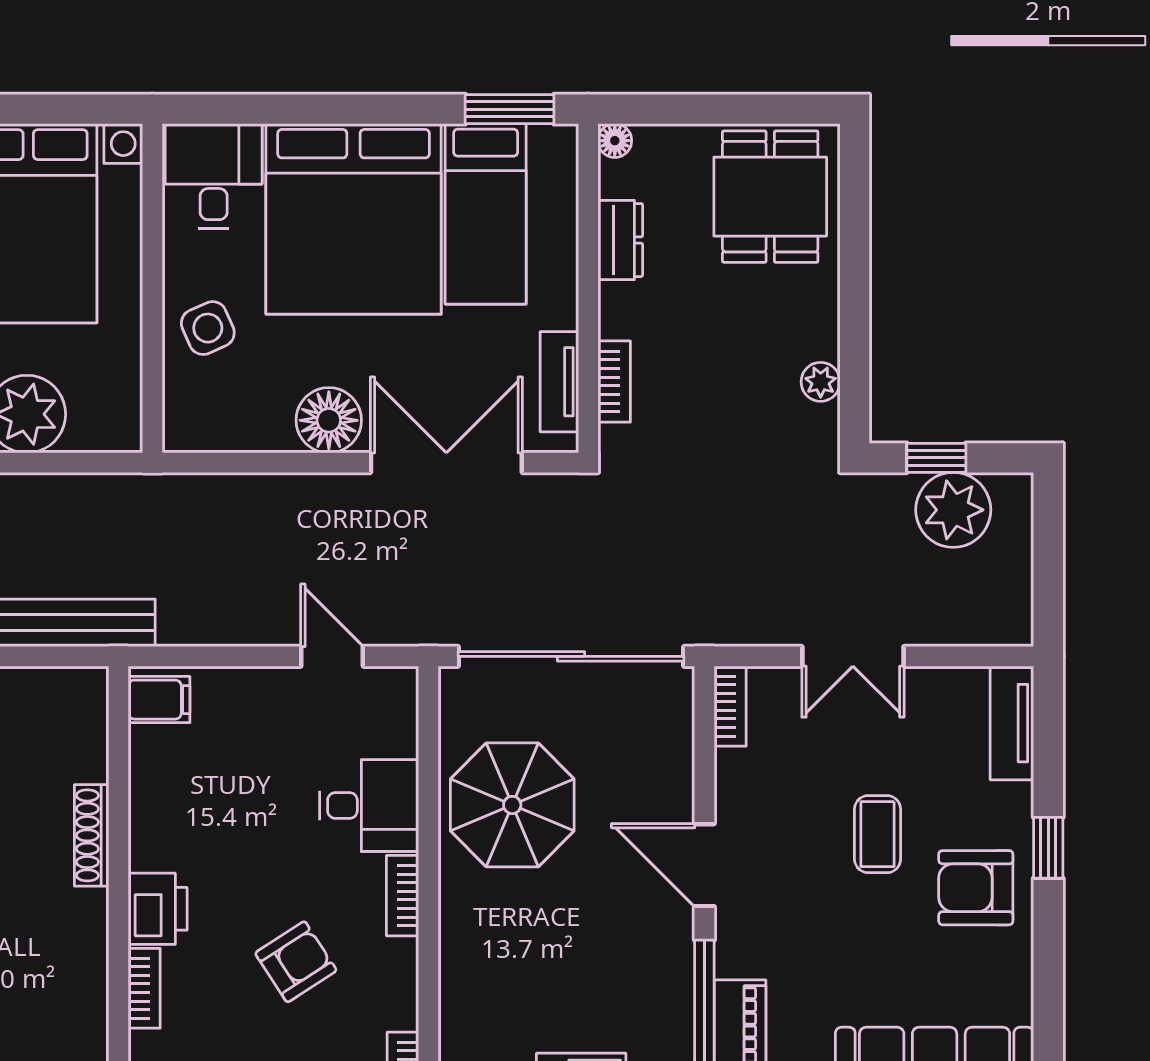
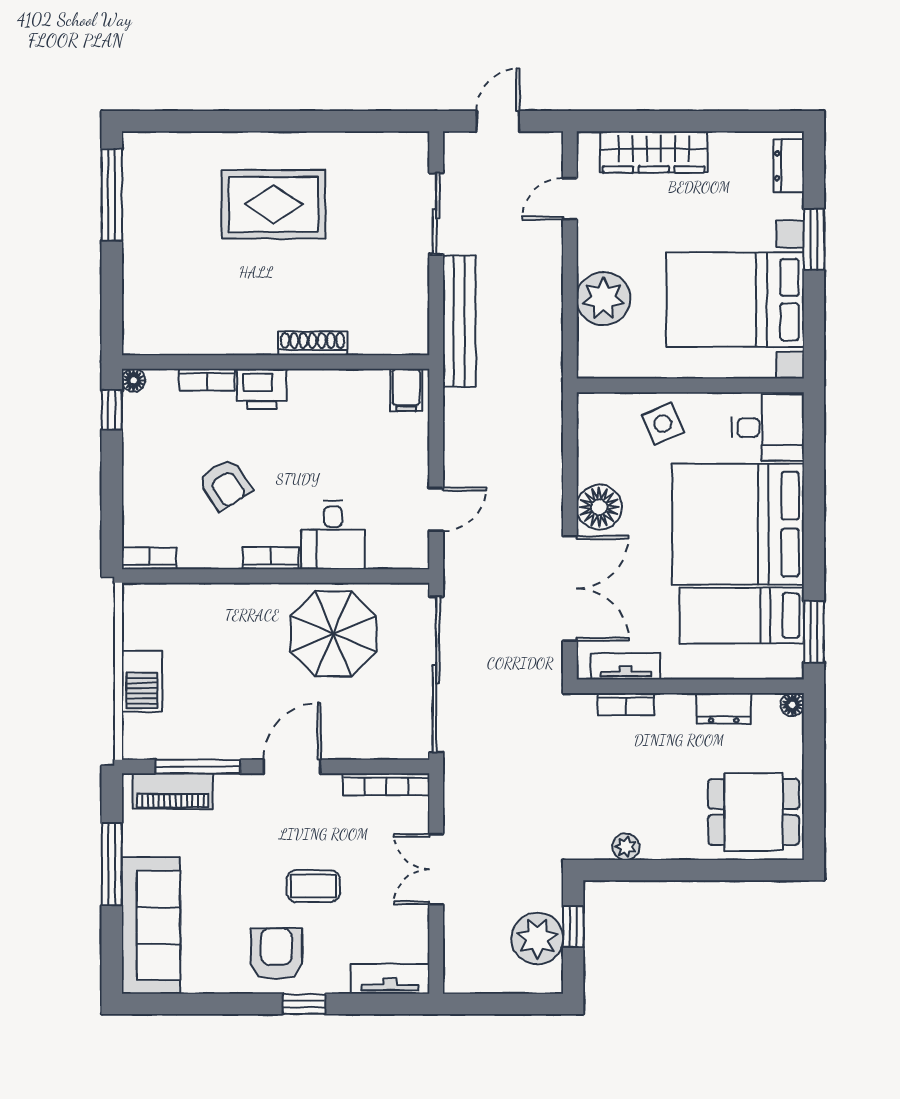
bookcase: (730, 706) -> (386, 784), width x1.56

